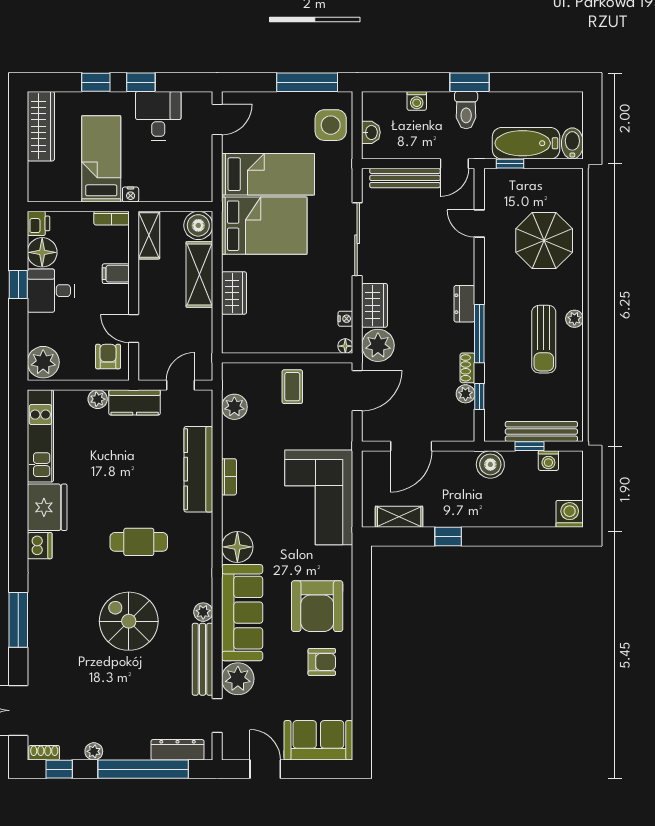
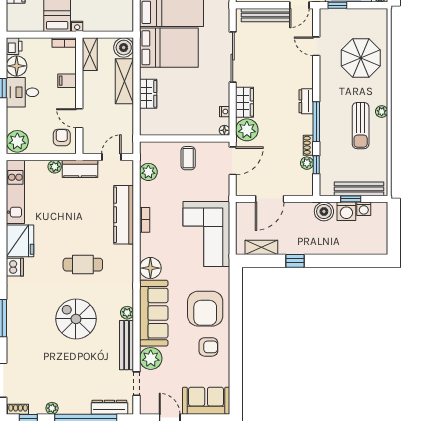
washing machine: (570, 514) -> (346, 211), moved, turned 180

